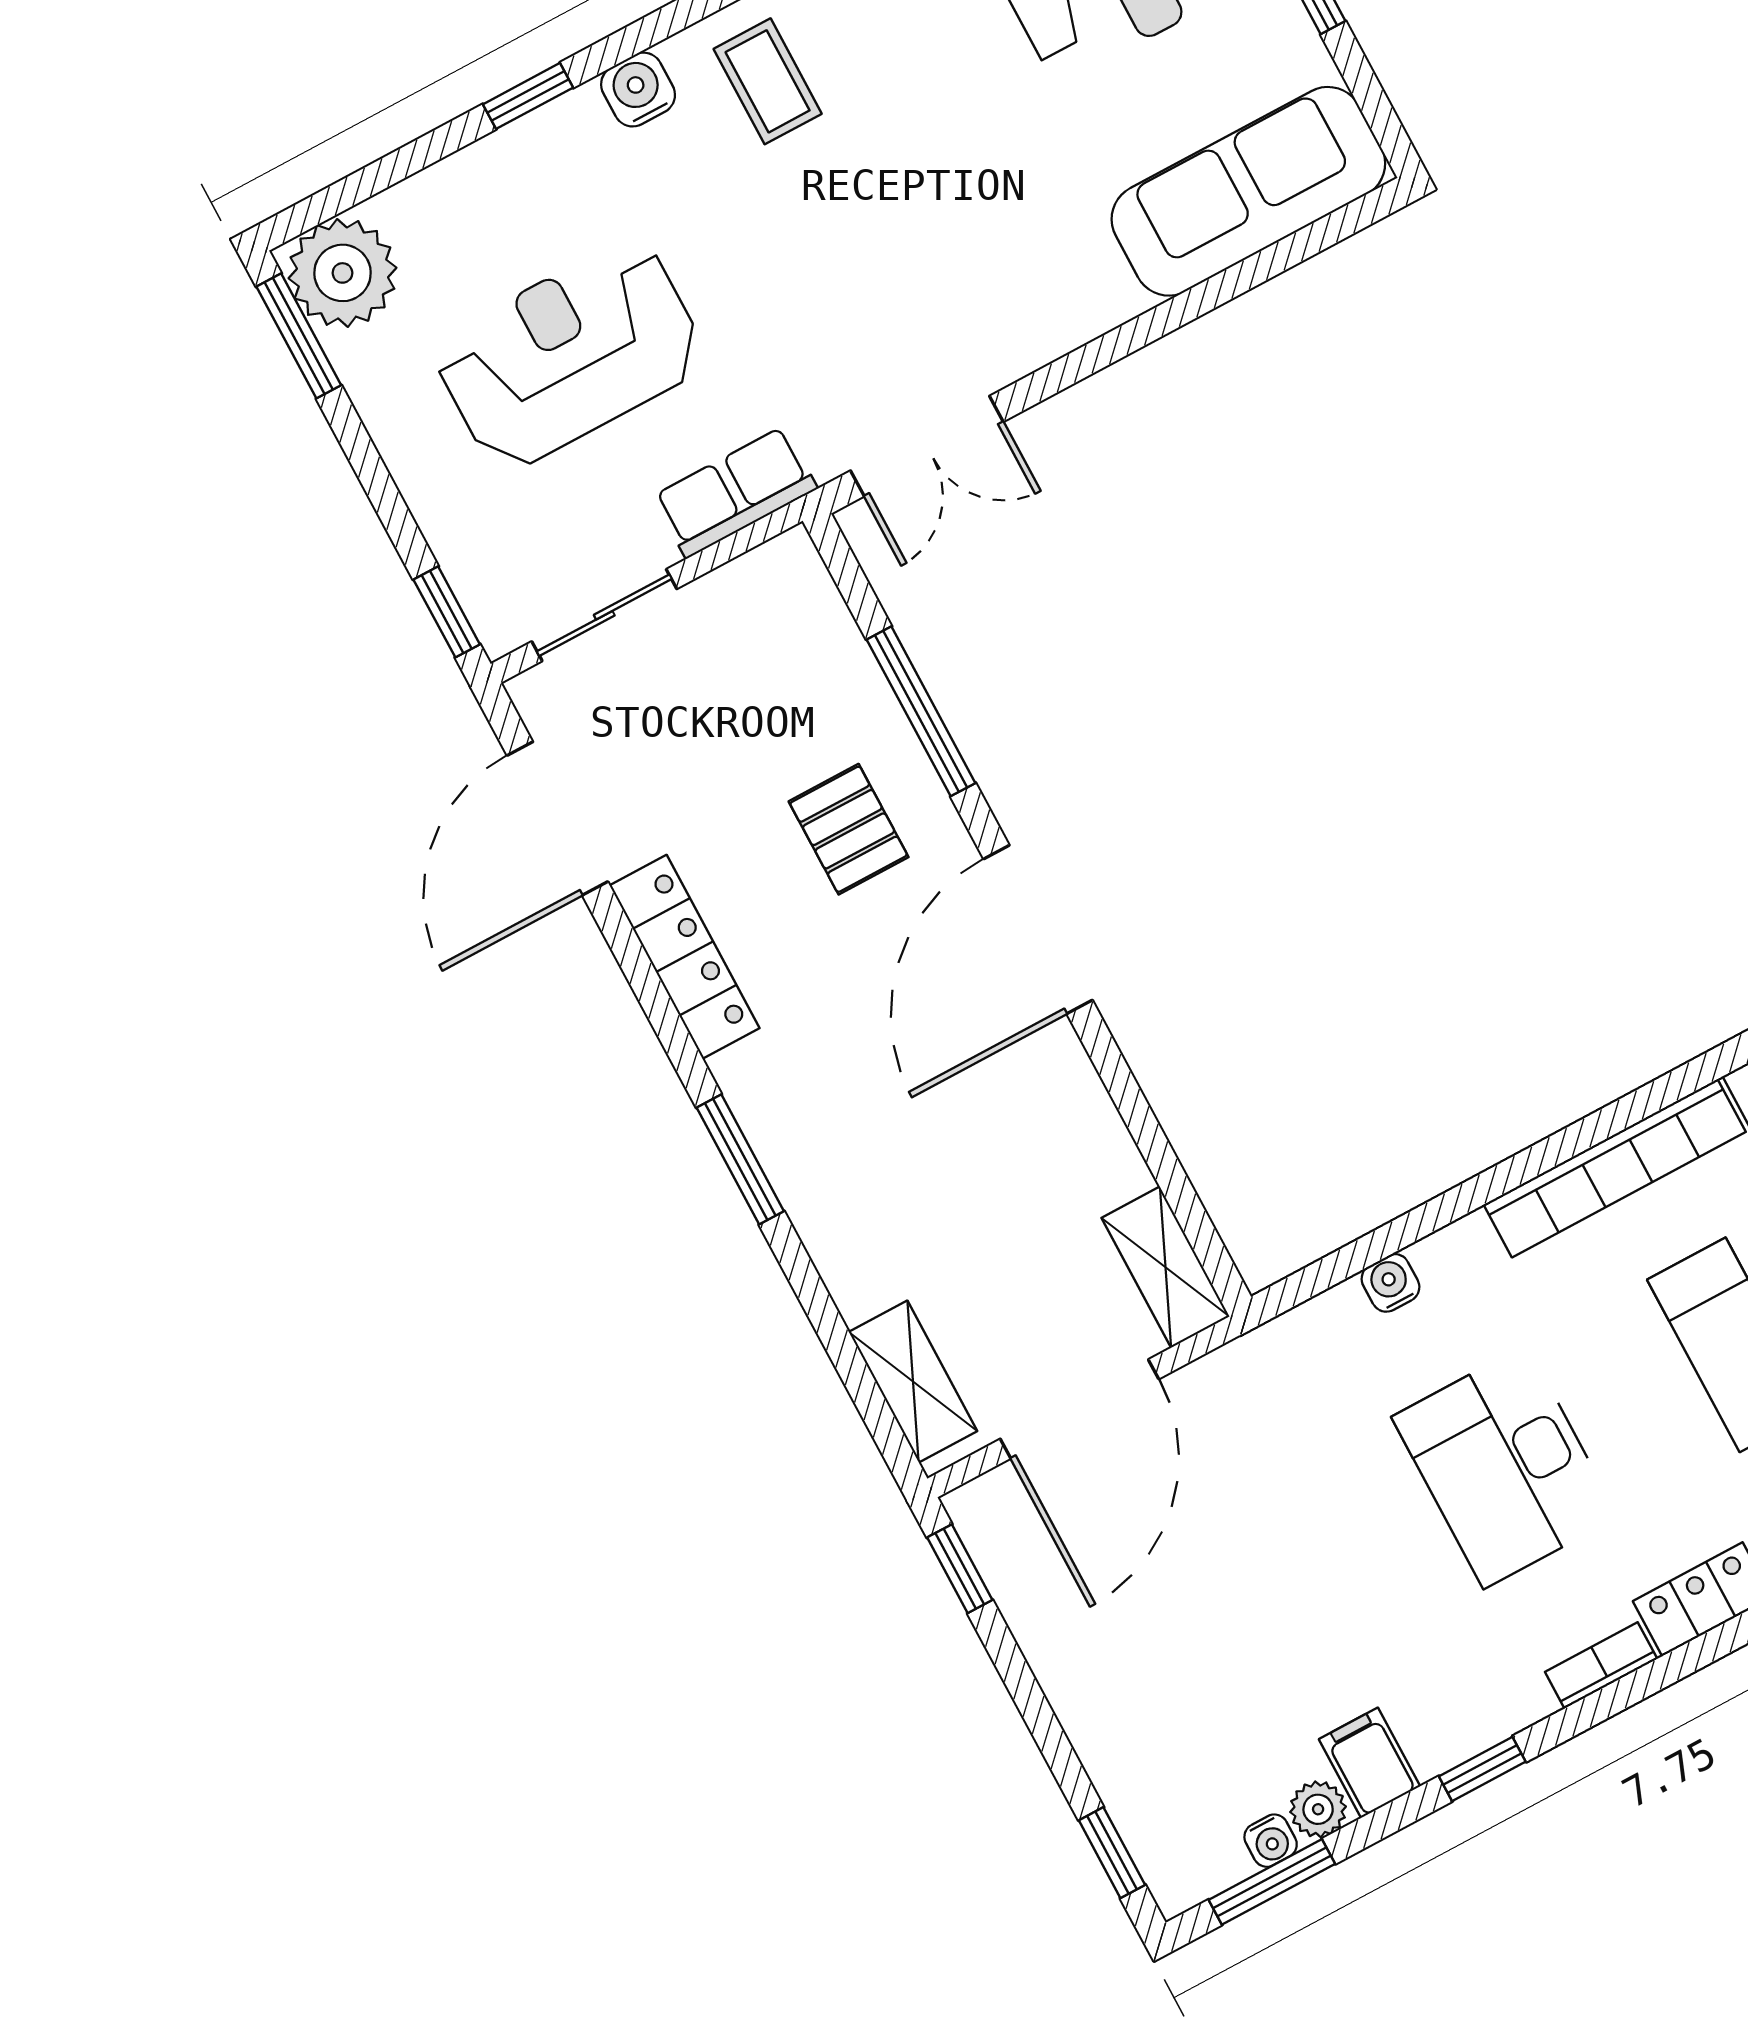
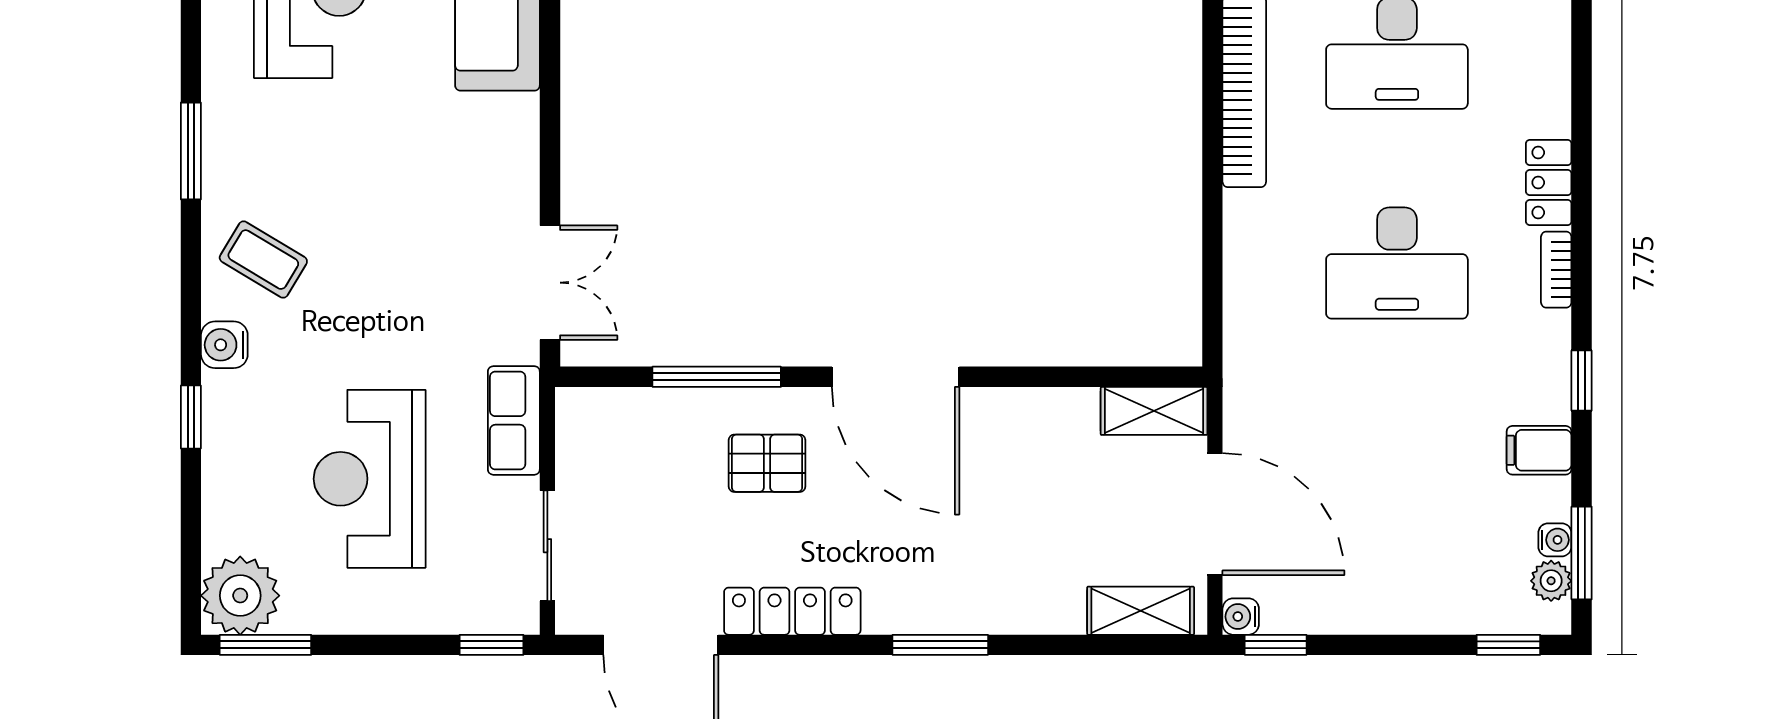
coffee table: (768, 81) -> (263, 260), turned 31
water cooler: (1390, 1283) -> (1241, 617), moved
plant: (1318, 1809) -> (1551, 581), moved

